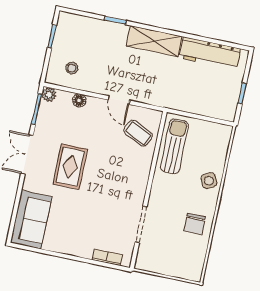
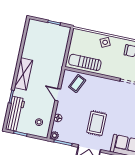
workbench: (210, 53) -> (15, 114), moved
door: (119, 100) -> (58, 95), swing flipped
rug: (70, 167) -> (97, 123), turned 90

